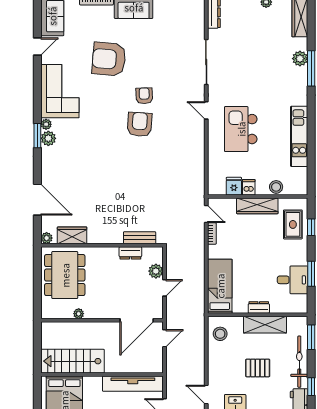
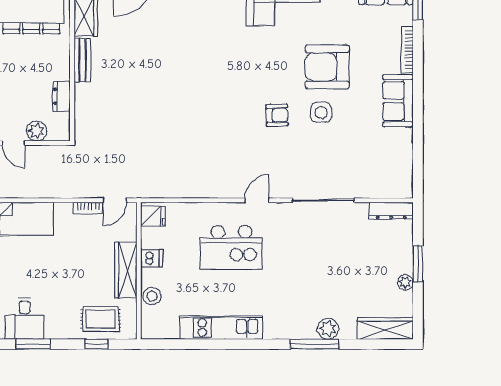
armchair: (109, 59) -> (327, 67), turned -95
side table: (142, 64) -> (321, 112), added
armchair: (140, 124) -> (238, 109), removed
kitchen island: (241, 129) -> (231, 247), turned 180
fridge: (234, 186) -> (153, 216), moved
bench: (140, 238) -> (82, 60), moved

